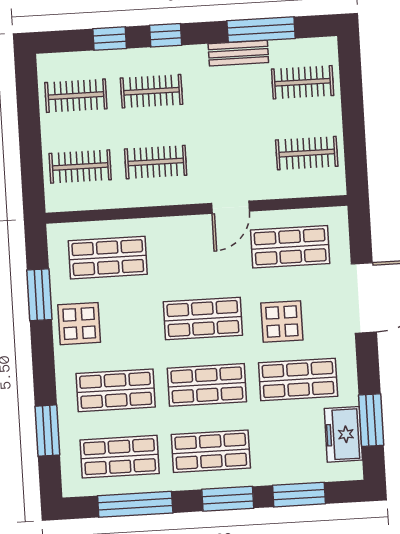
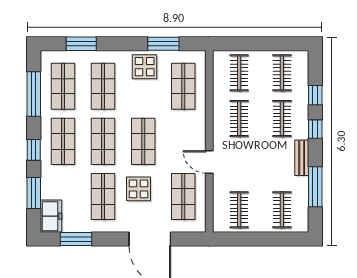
bench: (238, 53) -> (302, 158), moved
freezer: (343, 434) -> (51, 216), moved, turned 90
window: (228, 499) -> (34, 150), width x0.67

